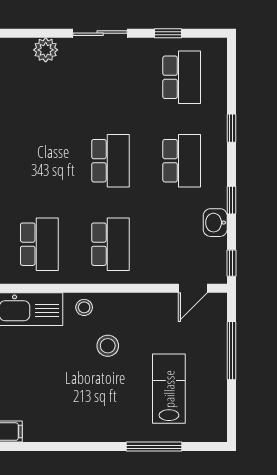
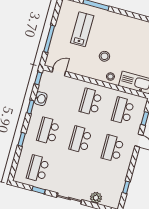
school desk: (39, 161) -> (113, 148), added
lab bench: (169, 389) -> (82, 29), turned 180

